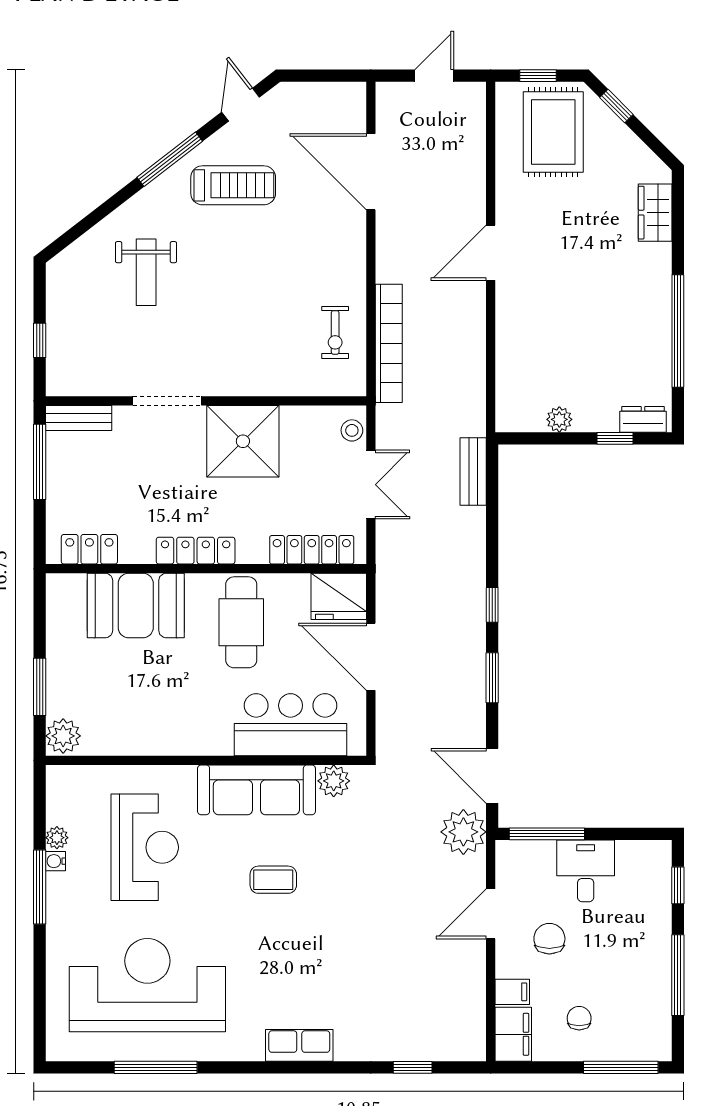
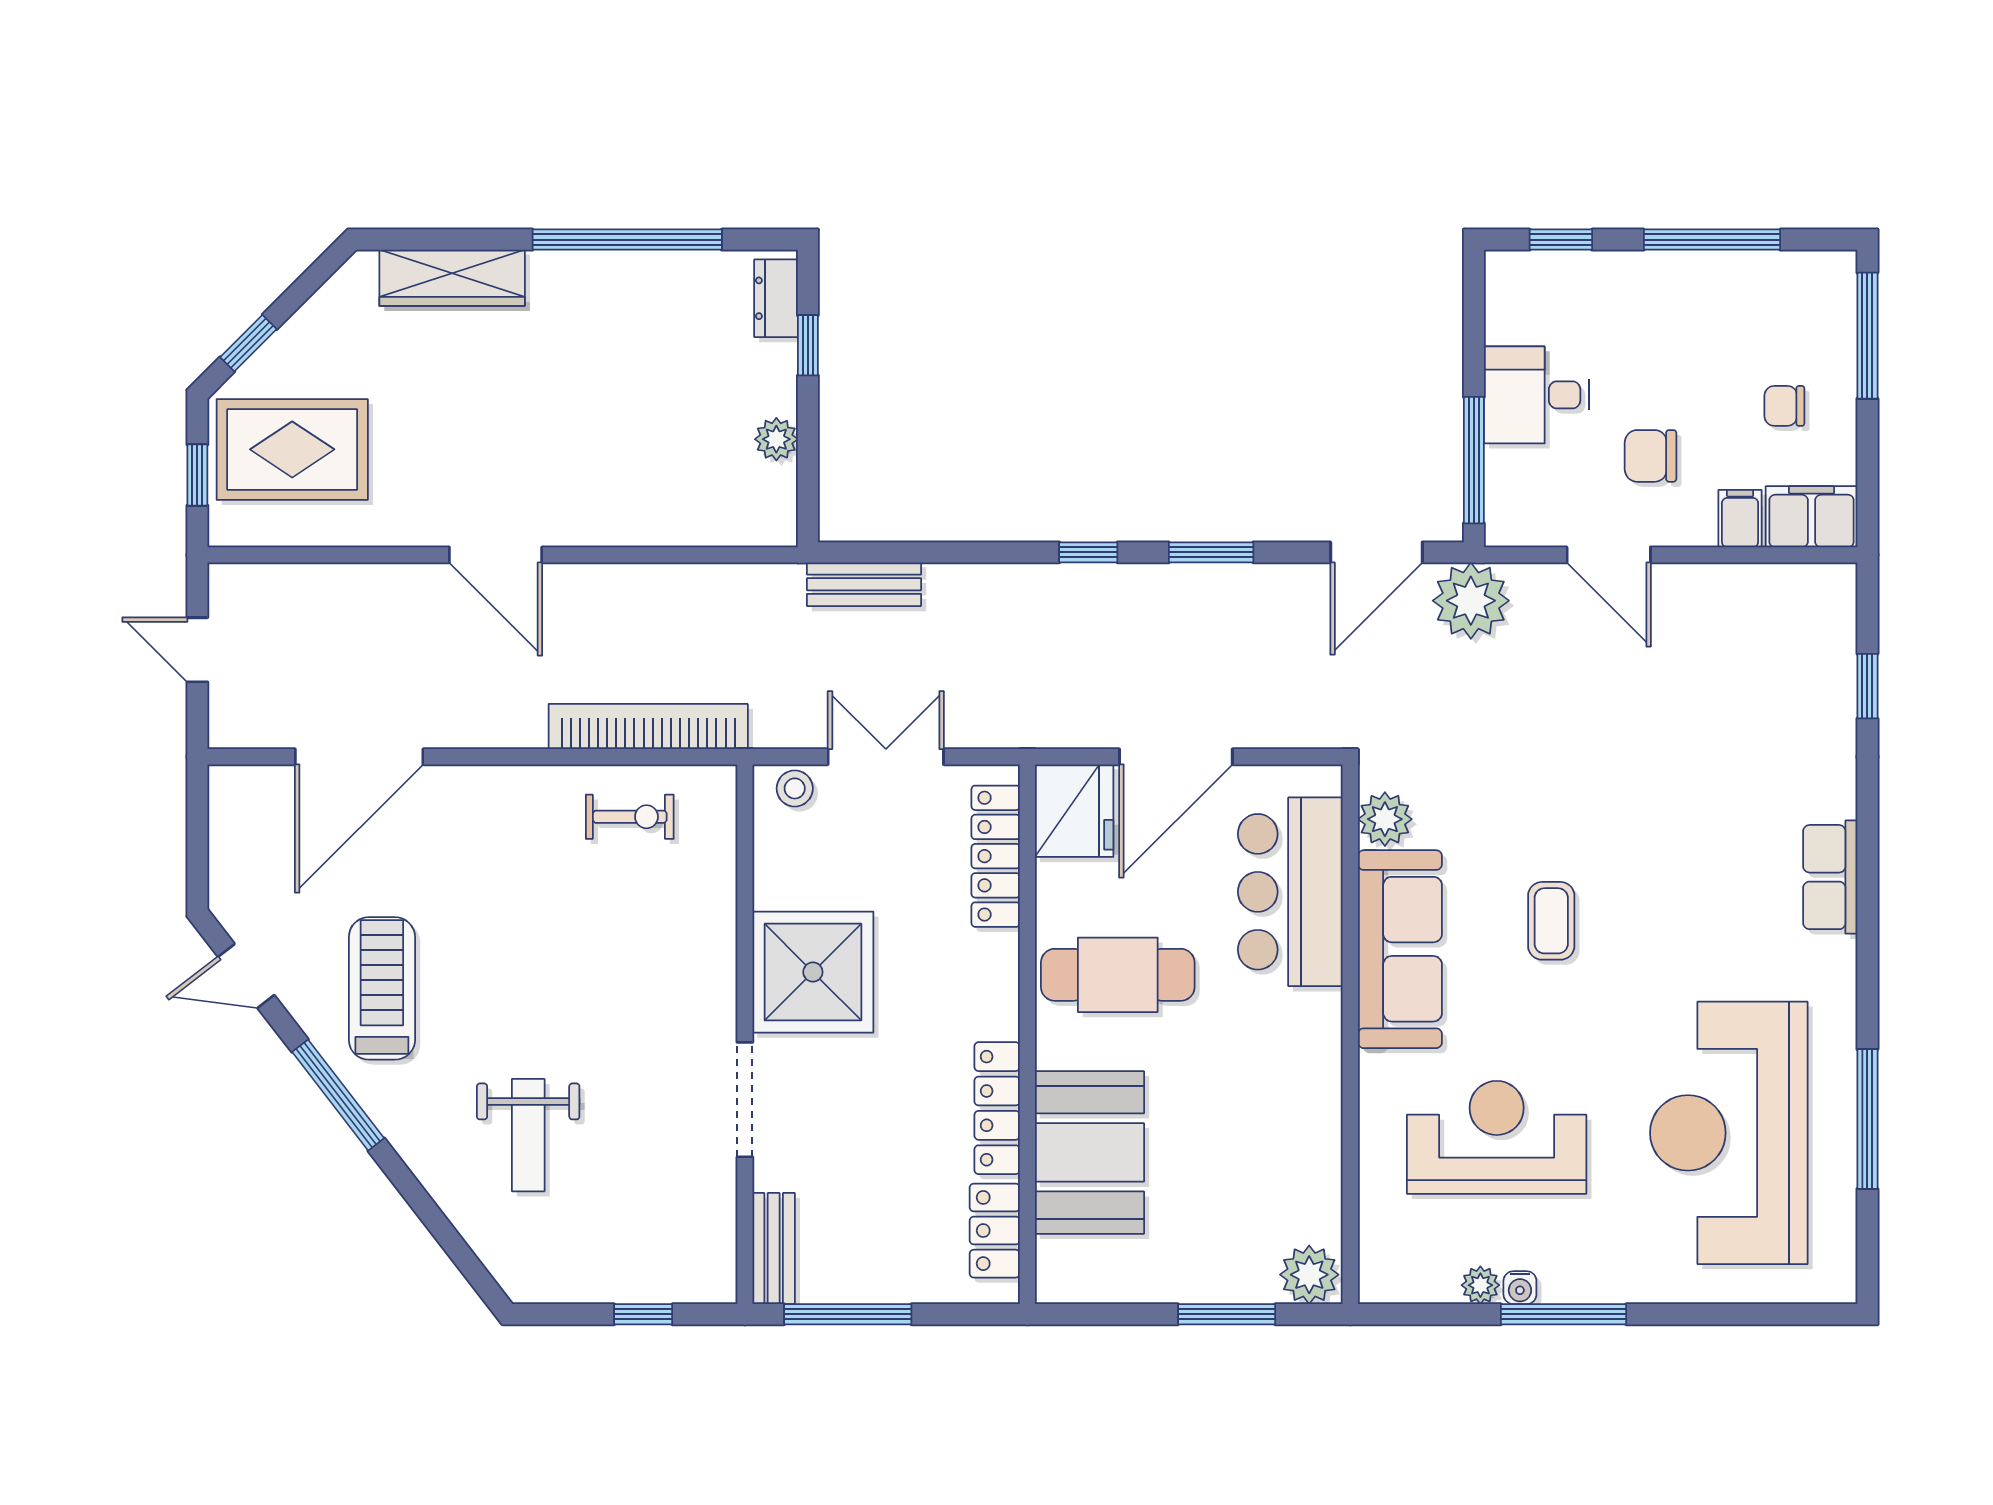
wardrobe: (655, 213) -> (452, 278), width x1.50
weight bench: (146, 272) -> (528, 1135), turned 90
locker: (196, 551) -> (997, 1108), moved

